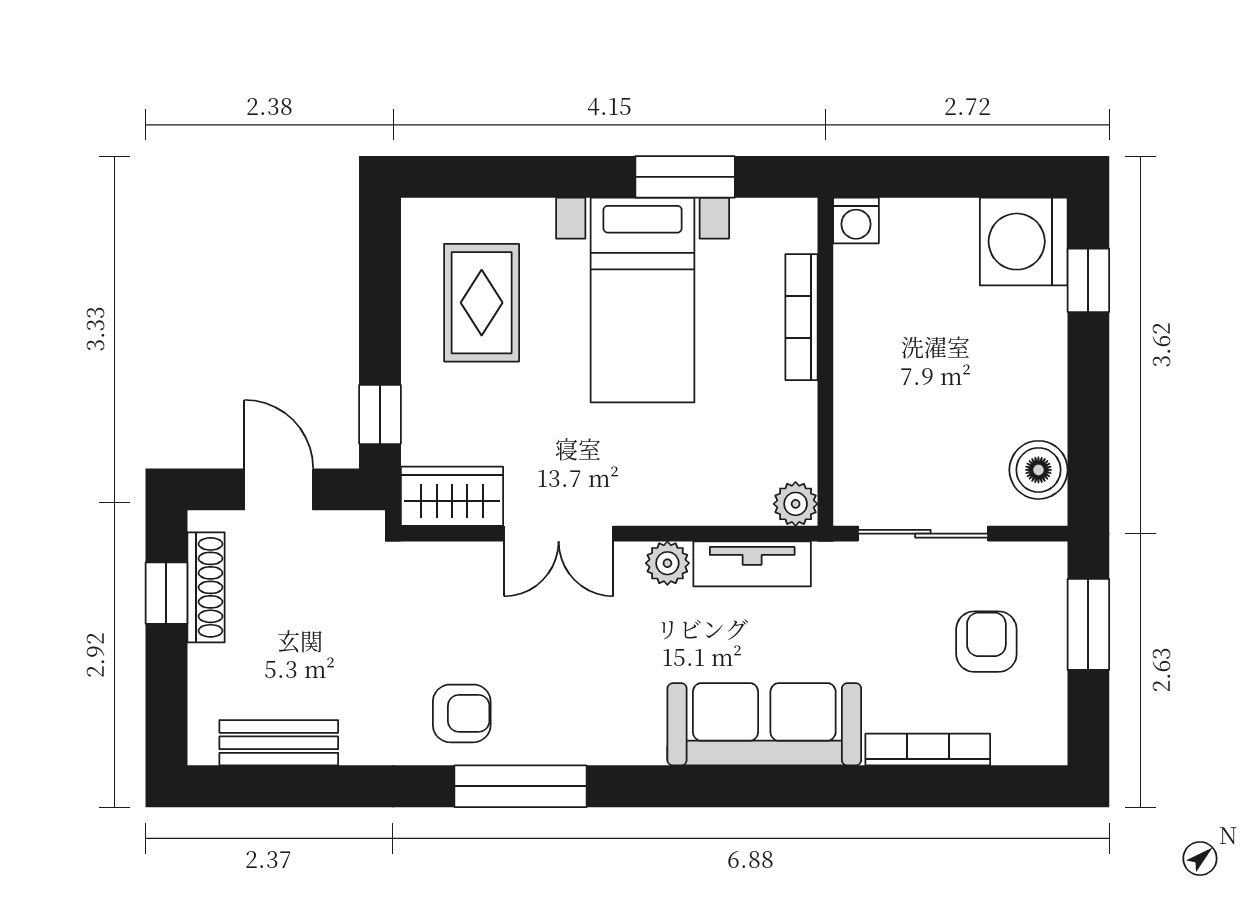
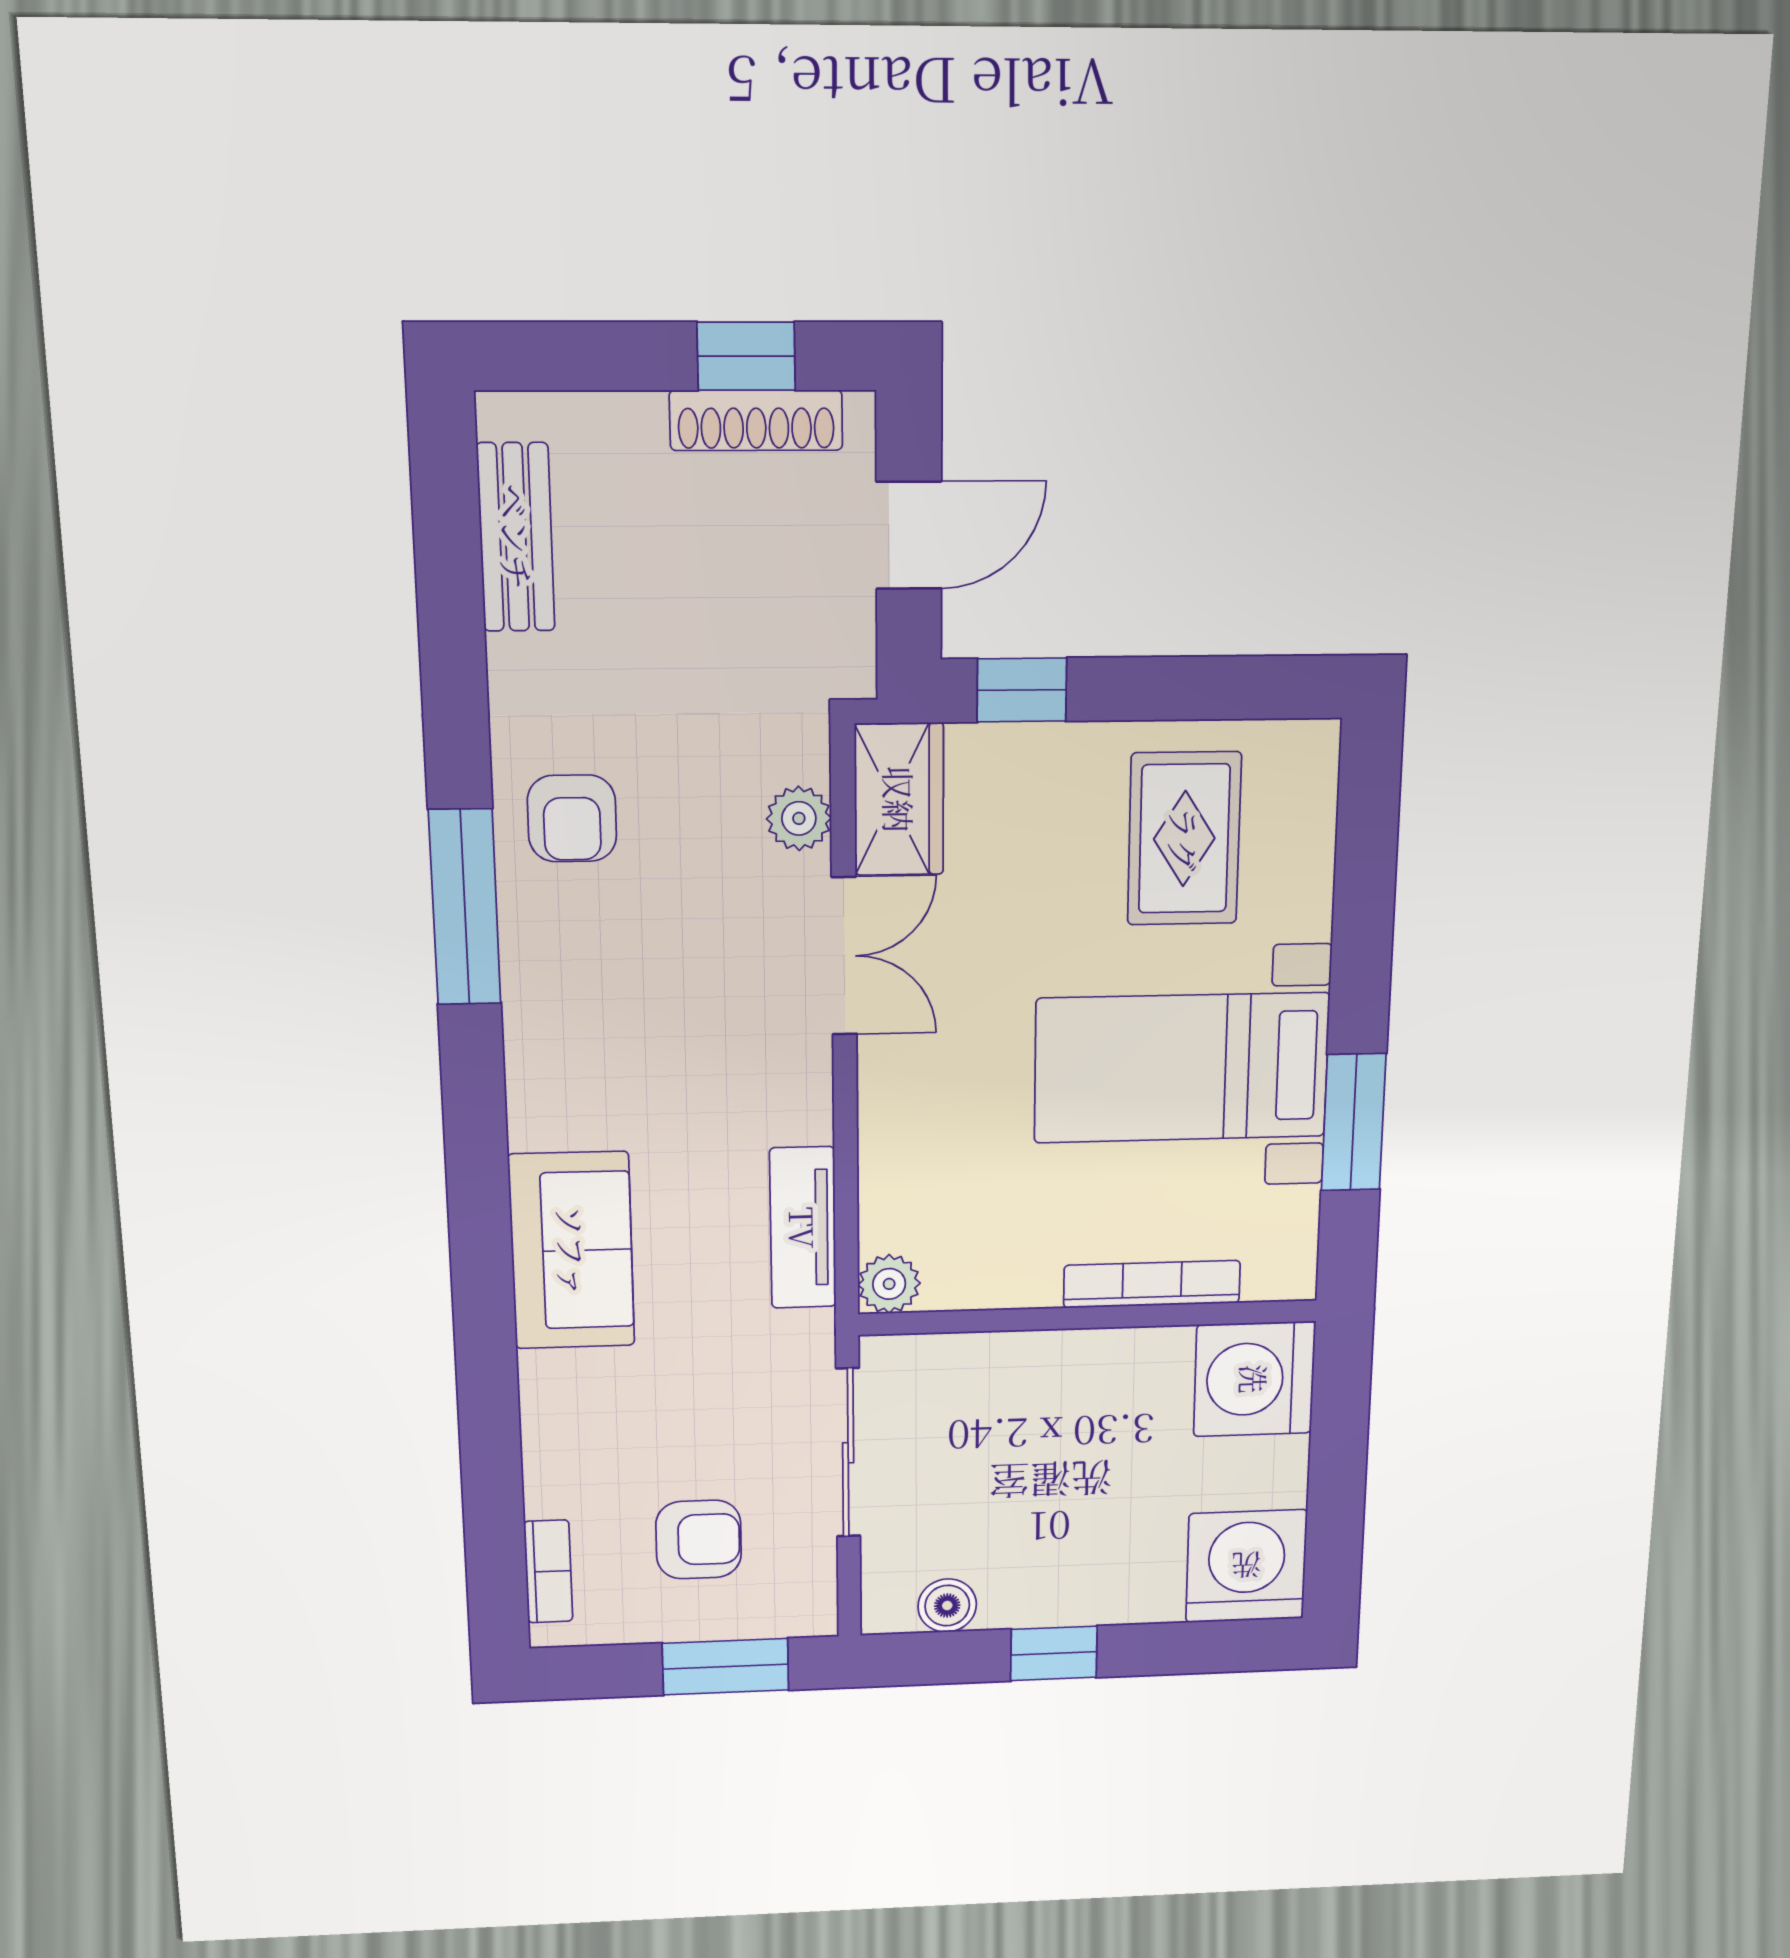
washing machine: (856, 221) -> (1254, 1379), width x1.89, depth x1.89
window: (1088, 280) -> (1054, 1653), moved
rug: (482, 303) -> (1184, 839), turned 90
boiler: (1038, 470) -> (947, 1606), width x0.73, depth x0.73
double door: (559, 534) -> (844, 956), swing flipped
plant: (667, 563) -> (799, 818), moved
sofa: (764, 724) -> (572, 1251), width x0.73
bookcase: (928, 750) -> (548, 1571), moved, width x0.64

